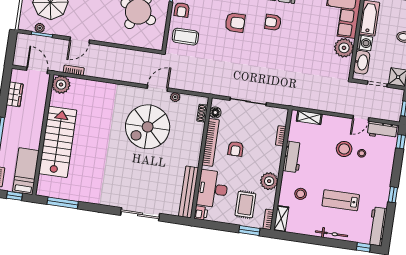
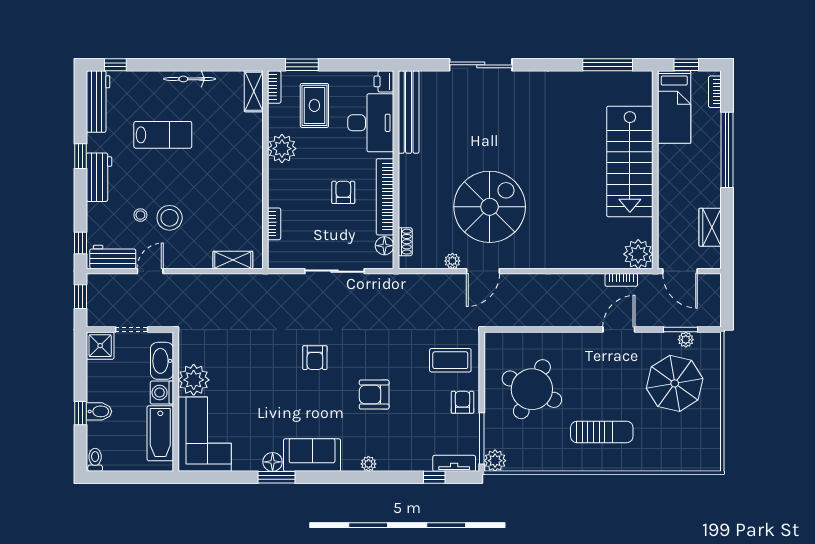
armchair: (273, 22) -> (315, 358), moved, turned 90
workbench: (292, 157) -> (99, 177), moved, turned 180
stool: (301, 194) -> (229, 136), removed
bicycle: (331, 234) -> (190, 79), moved

